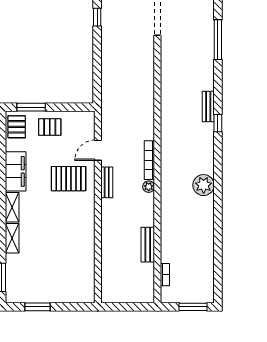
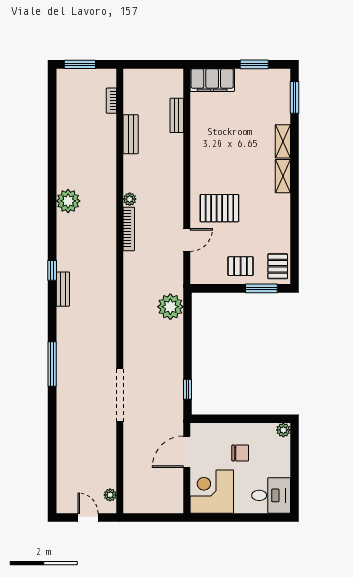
plant: (112, 91) -> (170, 307), added
filing cabinet: (16, 171) -> (212, 80), moved, turned -90
bench: (107, 182) -> (177, 115), moved

